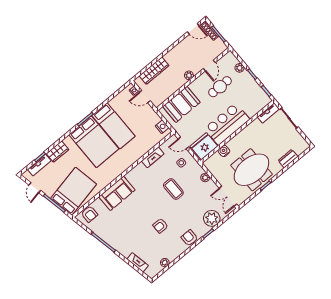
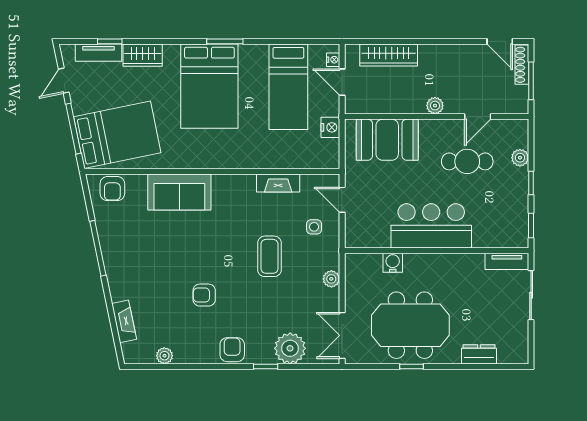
bed: (114, 126) -> (288, 87), moved
nightstand: (162, 127) -> (330, 127), moved
fridge: (204, 146) -> (368, 230), removed

